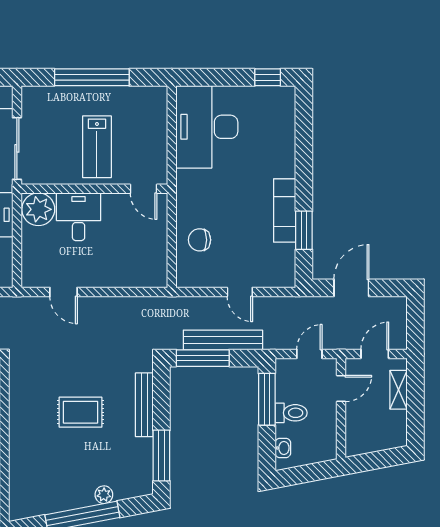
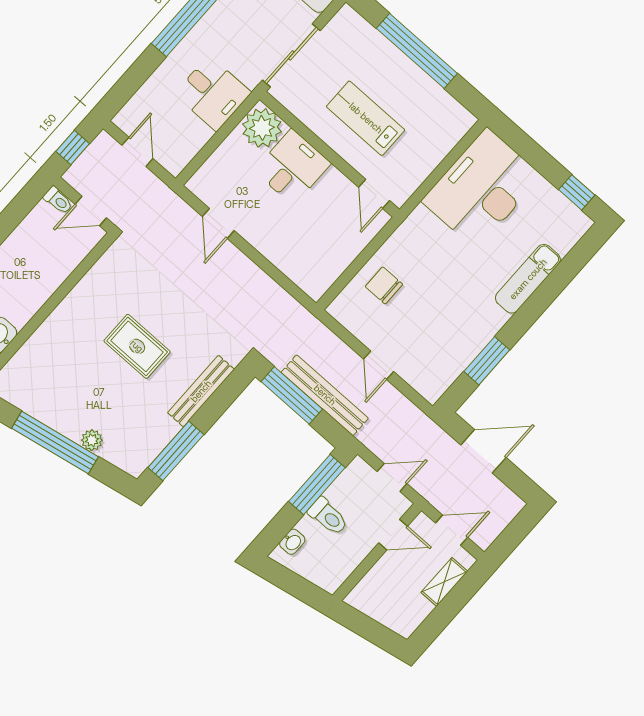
lab bench: (97, 147) -> (366, 118), turned 90
exam couch: (285, 211) -> (528, 279), moved

